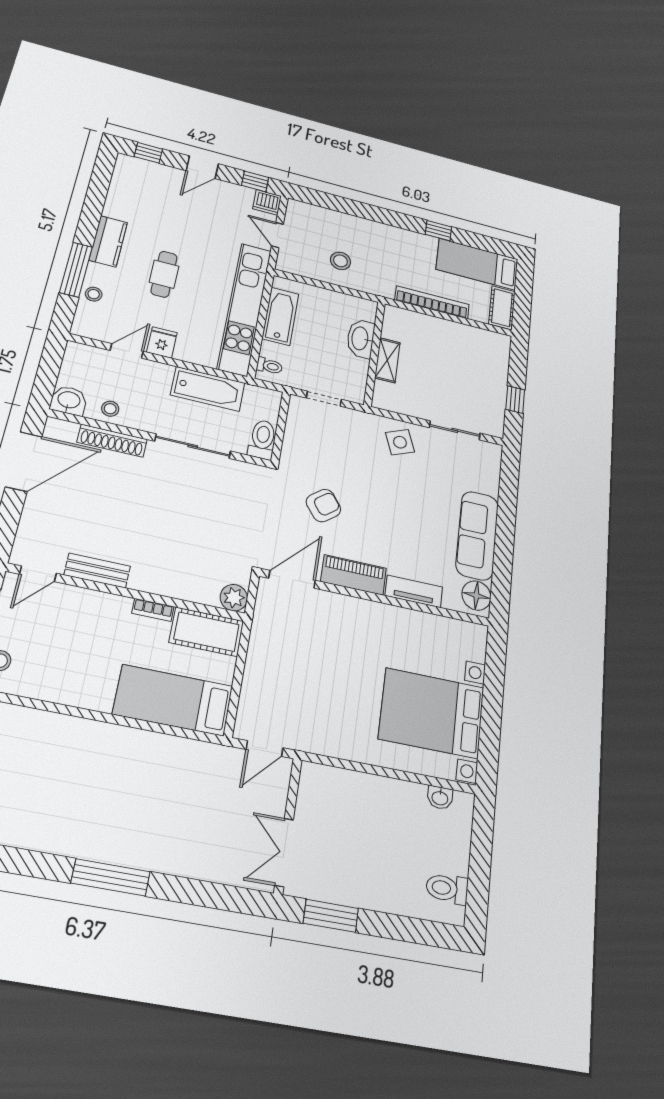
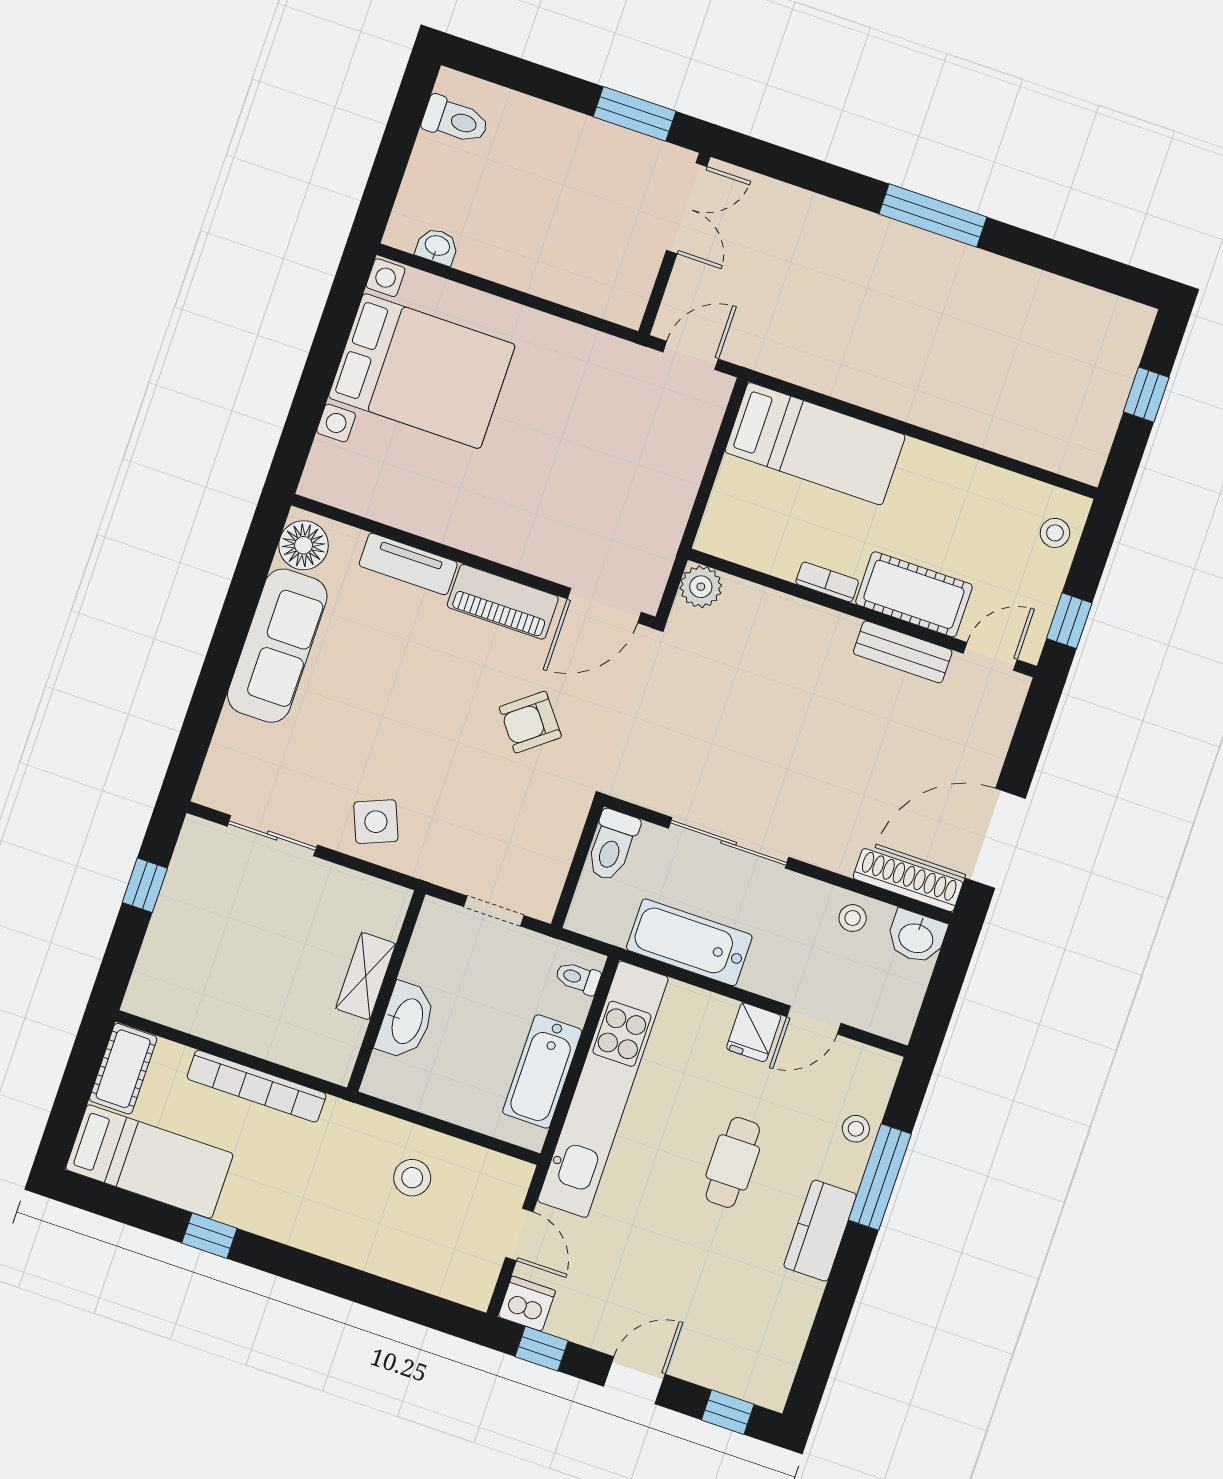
shoe rack: (112, 441) -> (908, 880), moved
cot: (207, 632) -> (914, 594), moved

